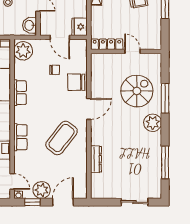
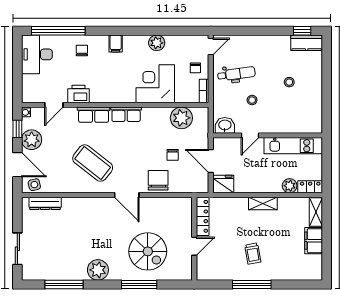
door: (60, 37) -> (211, 161), hinge flipped
plant: (23, 51) -> (181, 118), moved
row of seats: (20, 93) -> (126, 114), moved
plant: (153, 123) -> (98, 270), moved
dresser: (96, 159) -> (45, 203), moved
door: (12, 181) -> (54, 105), moved
side table: (80, 188) -> (34, 185), added

